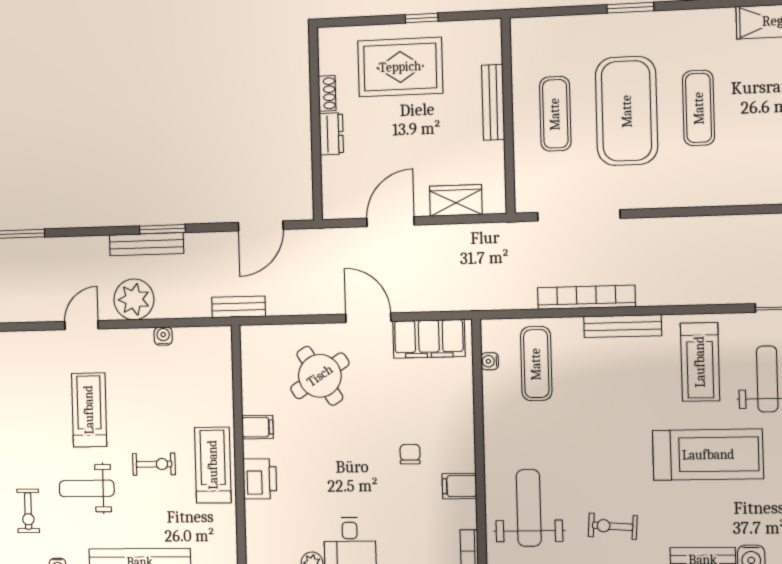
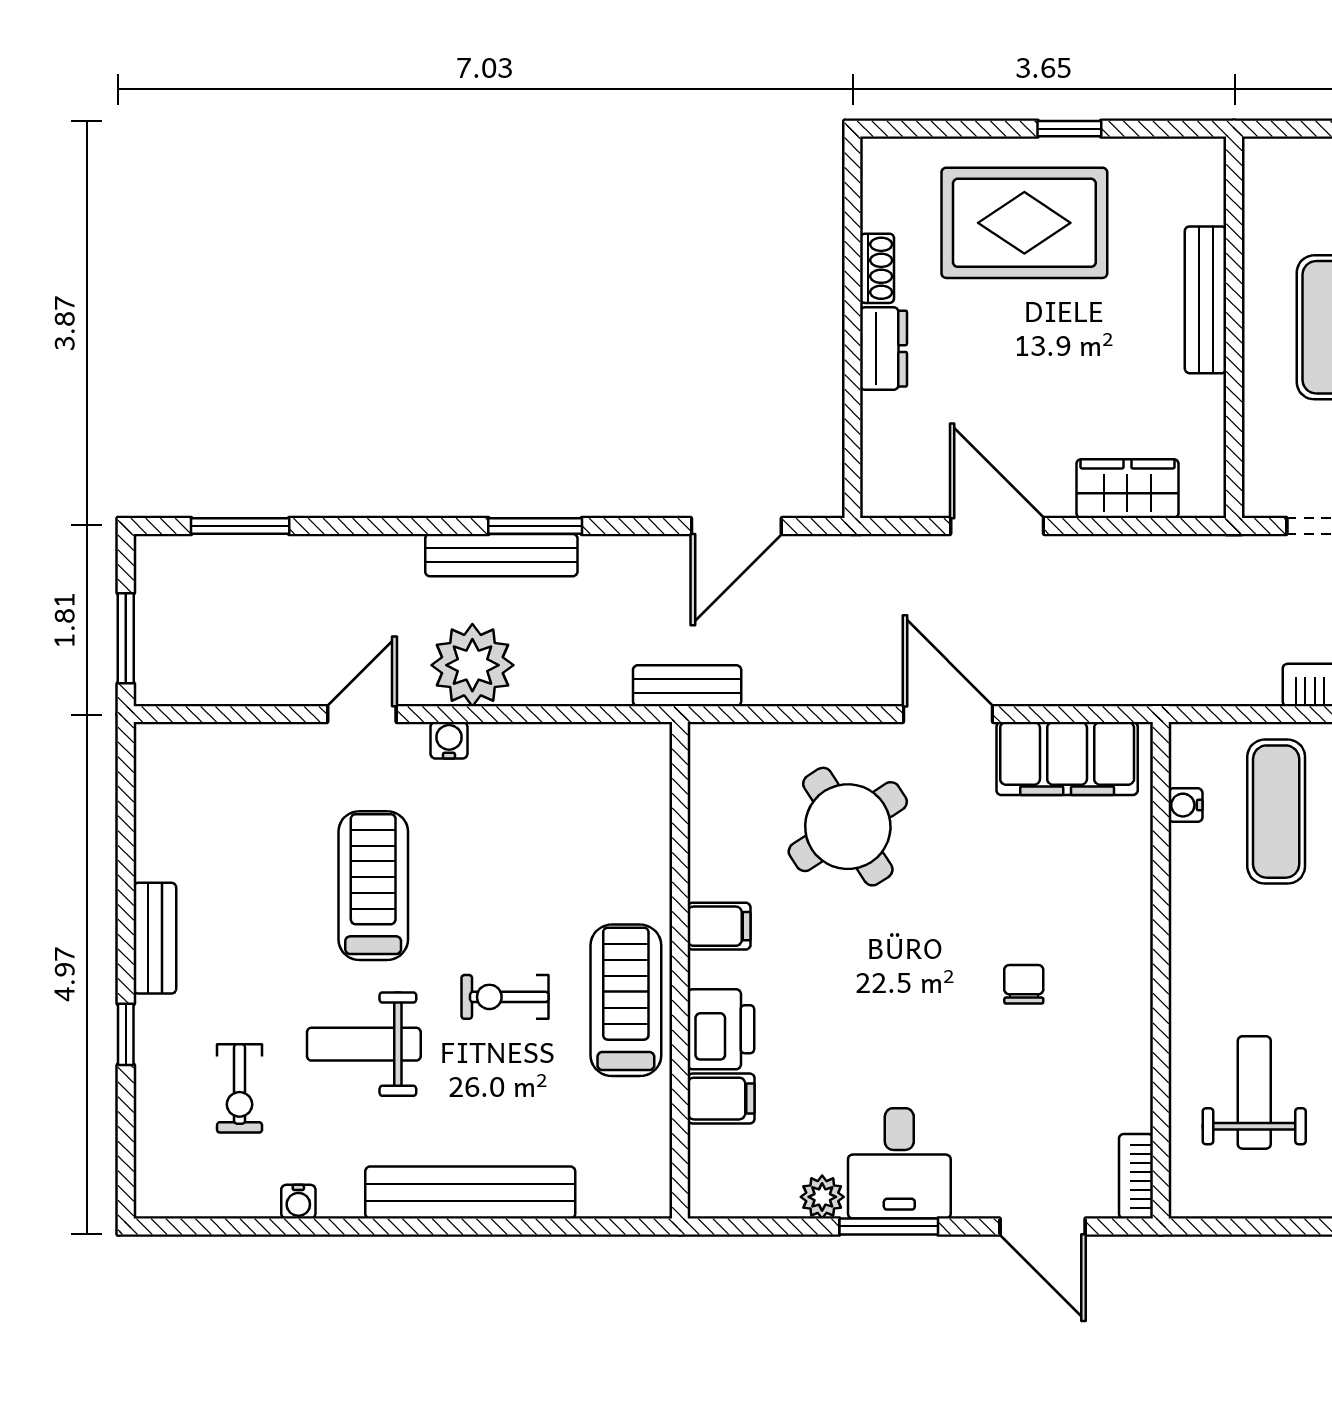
door: (390, 222) -> (997, 526), hinge flipped
water cooler: (163, 336) -> (449, 740), moved
exercise bike: (154, 464) -> (505, 997), turned 180
filing cabinet: (459, 486) -> (721, 1099), moved, turned 180
weight bench: (529, 508) -> (1254, 1092), width x0.73, depth x0.75

